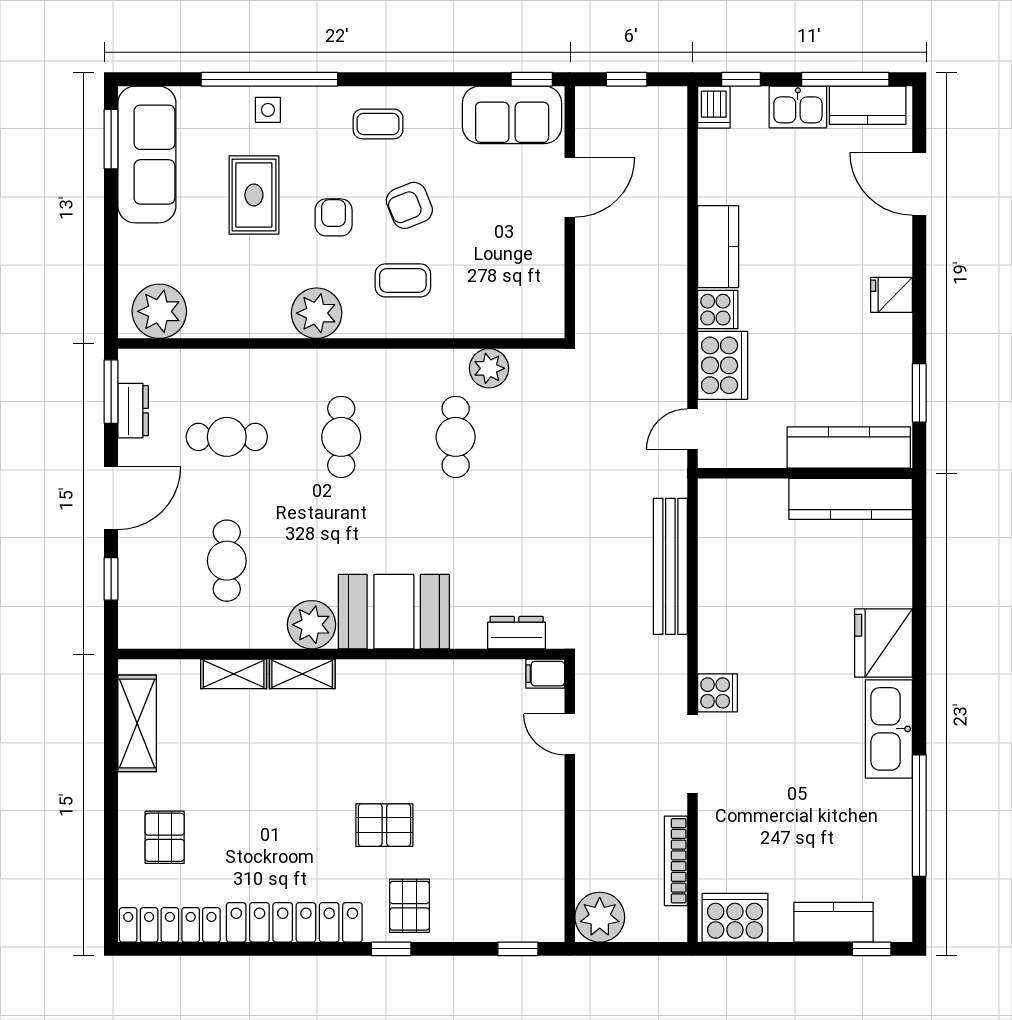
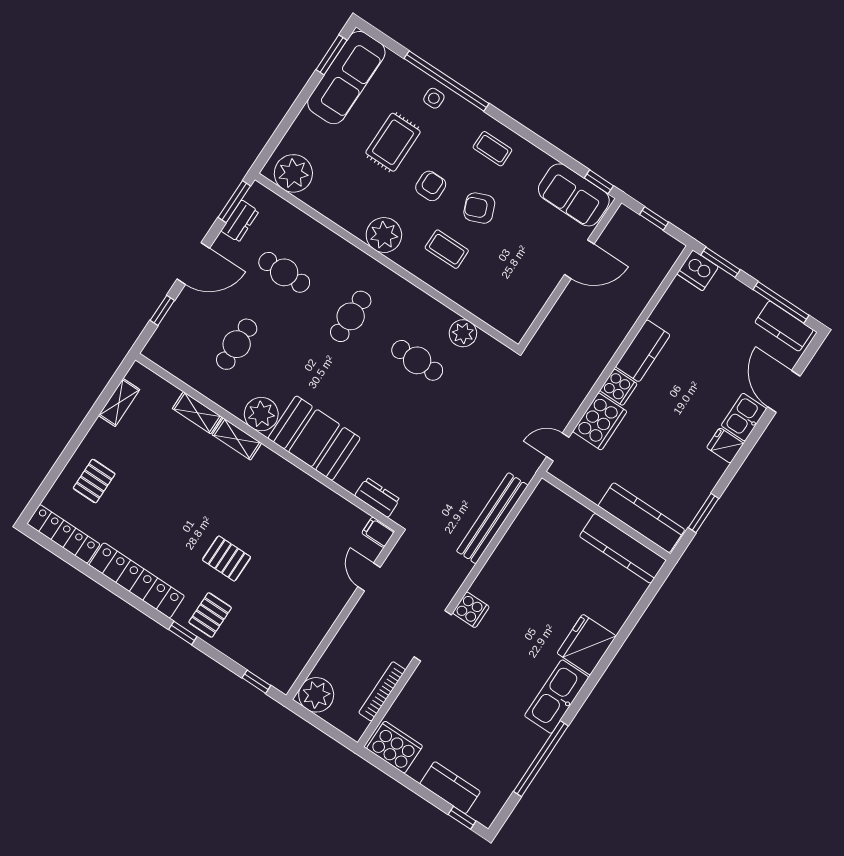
window: (741, 79) -> (720, 262), width x1.50
dishwasher: (714, 107) -> (698, 270), width x1.38
kitchen sink: (798, 107) -> (744, 417), moved, turned 90
cafe table: (456, 437) -> (417, 360), turned 90
shelving: (137, 723) -> (119, 402), width x0.67, depth x0.75

